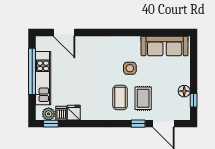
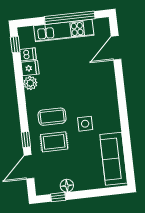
plant: (49, 114) -> (30, 83), moved

